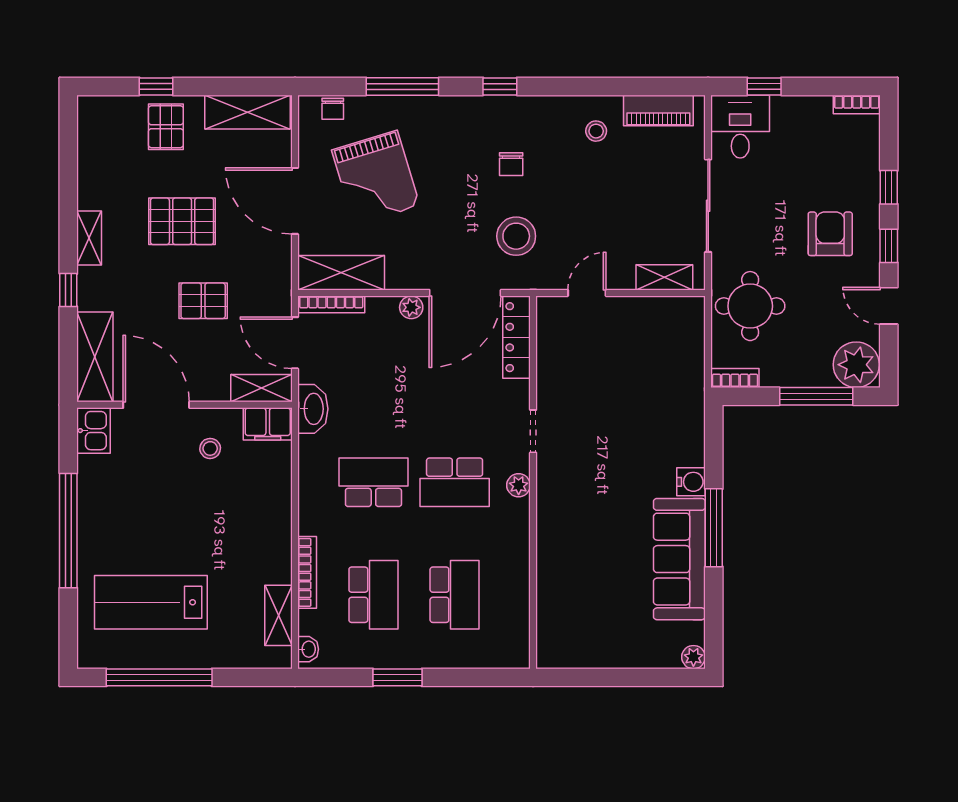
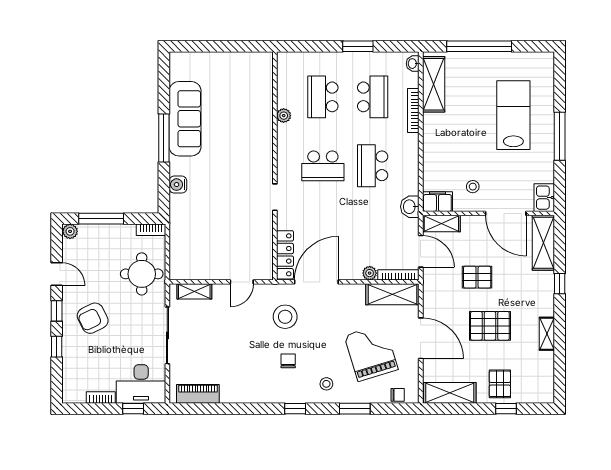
window: (402, 86) -> (355, 409), width x0.69
bookcase: (857, 104) -> (101, 397), moved
chair: (333, 109) -> (398, 395), turned 90
desk: (740, 127) -> (141, 384), width x1.37
stool: (596, 131) -> (326, 384), moved
armchair: (830, 234) -> (93, 318), turned 64
shelving: (89, 238) -> (547, 334), moved
plant: (411, 307) -> (370, 273), moved
plant: (856, 365) -> (70, 231), width x0.53, depth x0.53
washbasin: (313, 409) -> (410, 207), width x0.72
school desk: (373, 482) -> (373, 166), turned 90
school desk: (455, 482) -> (323, 166), turned 180
water cooler: (691, 482) -> (178, 185), moved
plant: (519, 485) -> (284, 116), moved
window: (68, 531) -> (560, 136), width x0.68
school desk: (373, 595) -> (373, 97), turned 180
lab bench: (151, 602) -> (513, 115), moved, turned -90
shelving: (278, 615) -> (434, 84), width x1.50, depth x1.33
plant: (693, 657) -> (176, 59), removed
window: (159, 677) -> (479, 46), moved

